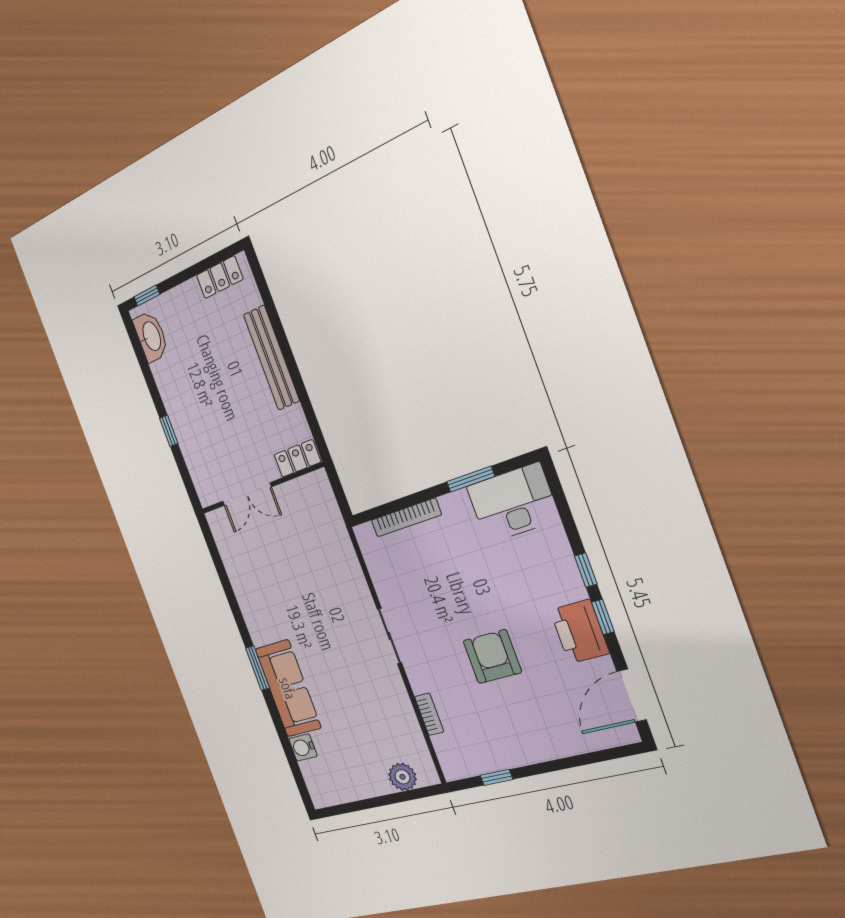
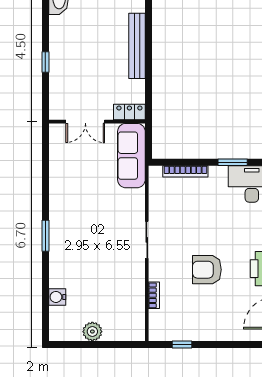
armchair: (492, 657) -> (207, 270), turned -90
sofa: (288, 688) -> (131, 156), moved, turned 180
plant: (402, 777) -> (92, 332), moved

